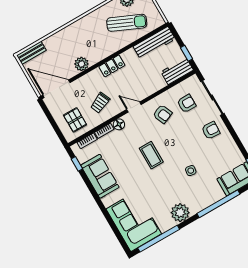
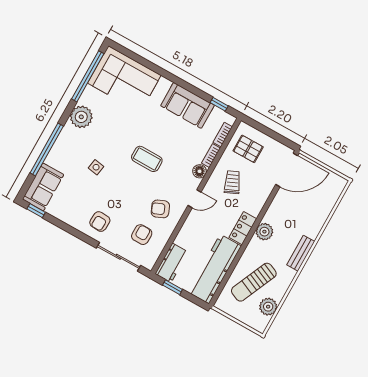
workbench: (154, 43) -> (215, 269), width x1.36, depth x1.32
bench: (31, 53) -> (301, 253), moved
plant: (81, 64) -> (264, 232), moved
armchair: (186, 104) -> (142, 235), turned 180

